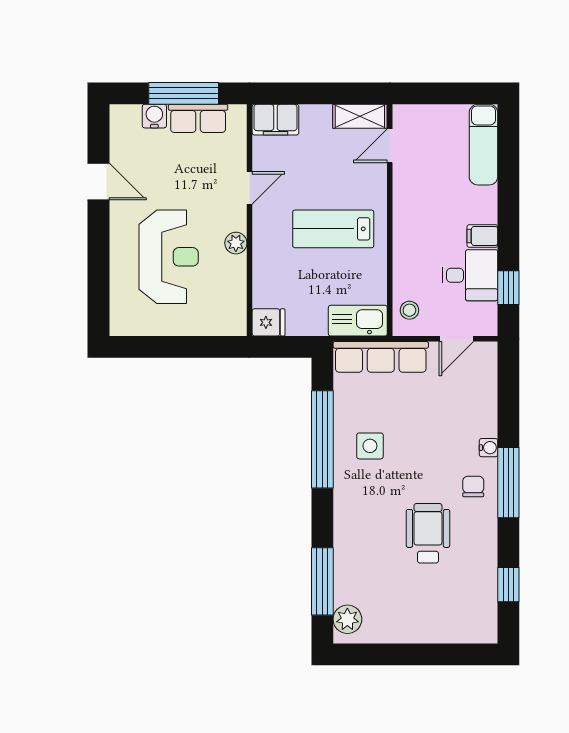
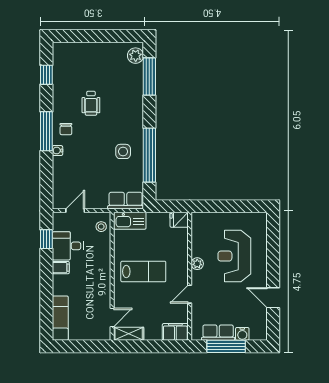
row of seats: (381, 357) -> (126, 201), width x0.68
wheelchair: (428, 533) -> (91, 103), width x0.73, depth x0.73

